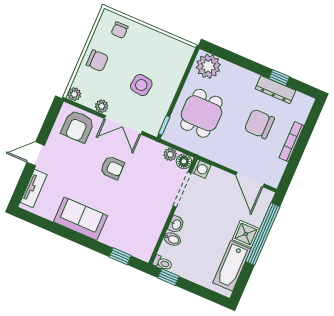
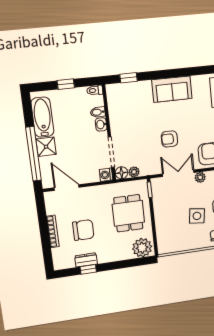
side table: (141, 85) -> (197, 216), moved
dresser: (275, 90) -> (86, 260), width x0.70
window: (169, 277) -> (66, 84), moved

